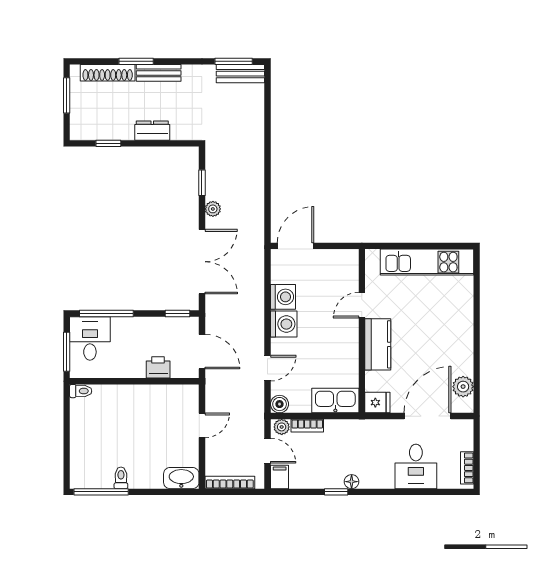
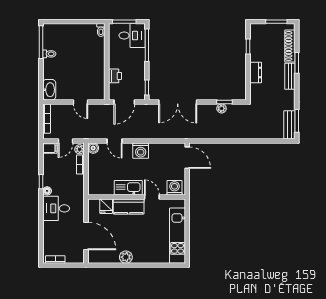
plant: (213, 209) -> (222, 108), moved
washing machine: (283, 297) -> (174, 188), moved, turned 180
plant: (463, 387) -> (126, 257), moved
kitchen sink: (335, 401) -> (128, 188), moved, turned -90
fridge: (377, 403) -> (106, 206), moved
desk: (416, 466) -> (56, 208), moved

